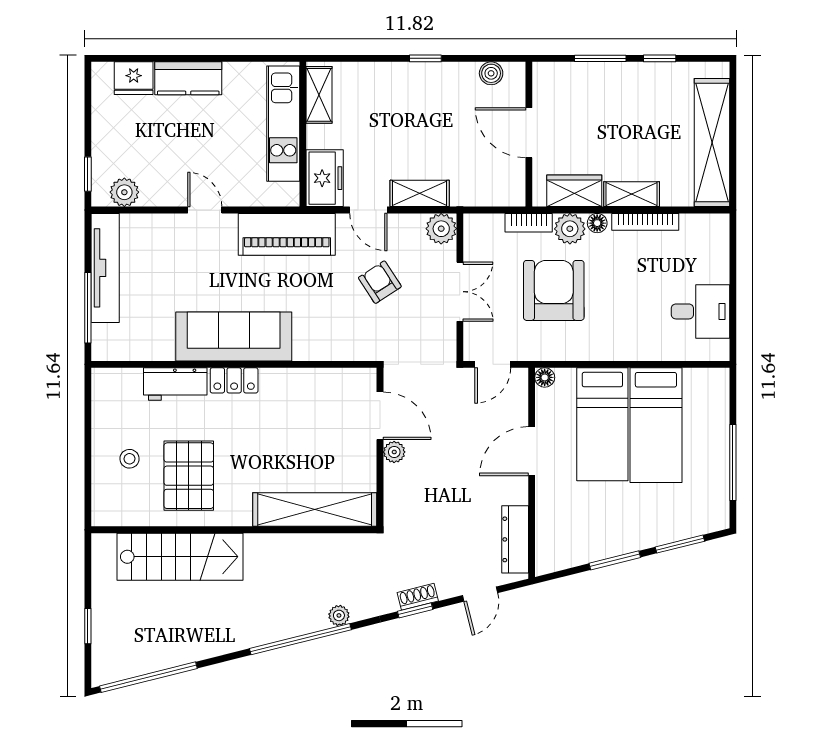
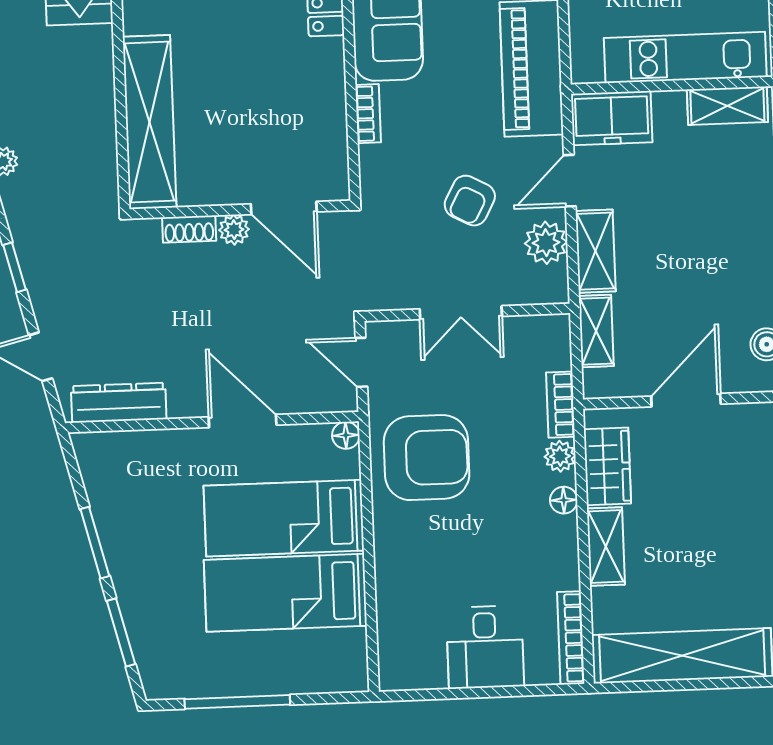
shelving: (477, 195) -> (596, 331), added
bookcase: (645, 222) -> (571, 638), moved
plant: (441, 229) -> (546, 243), moved
plant: (570, 229) -> (560, 456), width x0.73, depth x0.73
armchair: (380, 282) -> (470, 201), turned 151
armchair: (554, 290) -> (427, 458), moved
desk: (700, 311) -> (485, 647), moved
bookcase: (315, 353) -> (368, 114), added
door: (380, 416) -> (284, 208), hinge flipped
shoe rack: (418, 597) -> (189, 229), moved, turned 104

